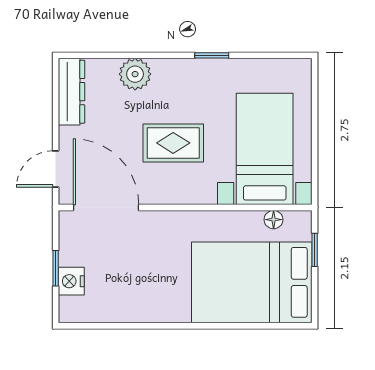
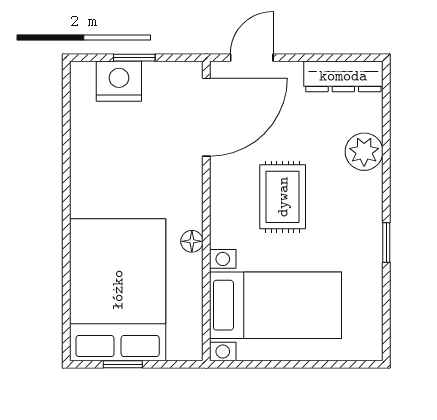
door: (56, 169) -> (252, 58), hinge flipped
floor lamp: (274, 220) -> (192, 241), moved
window: (315, 250) -> (123, 364), moved
nightstand: (71, 281) -> (119, 81), width x1.36, depth x1.33

